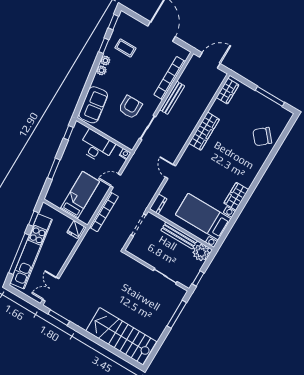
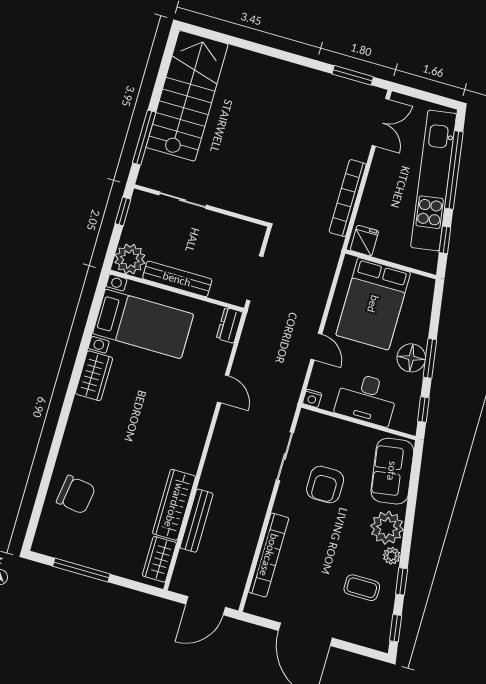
plant: (102, 70) -> (387, 528), width x1.88, depth x1.88
bench: (172, 98) -> (197, 521), moved
wardrobe: (204, 131) -> (174, 505), moved
chair: (262, 137) -> (76, 495), turned 49
floor lamp: (68, 161) -> (411, 358), added
window: (54, 169) -> (430, 358), moved
door: (116, 181) -> (316, 347), hinge flipped
bed: (80, 195) -> (373, 304), width x1.50
bookcase: (104, 212) -> (348, 198), moved
stairs: (121, 336) -> (187, 96), moved, turned -90

